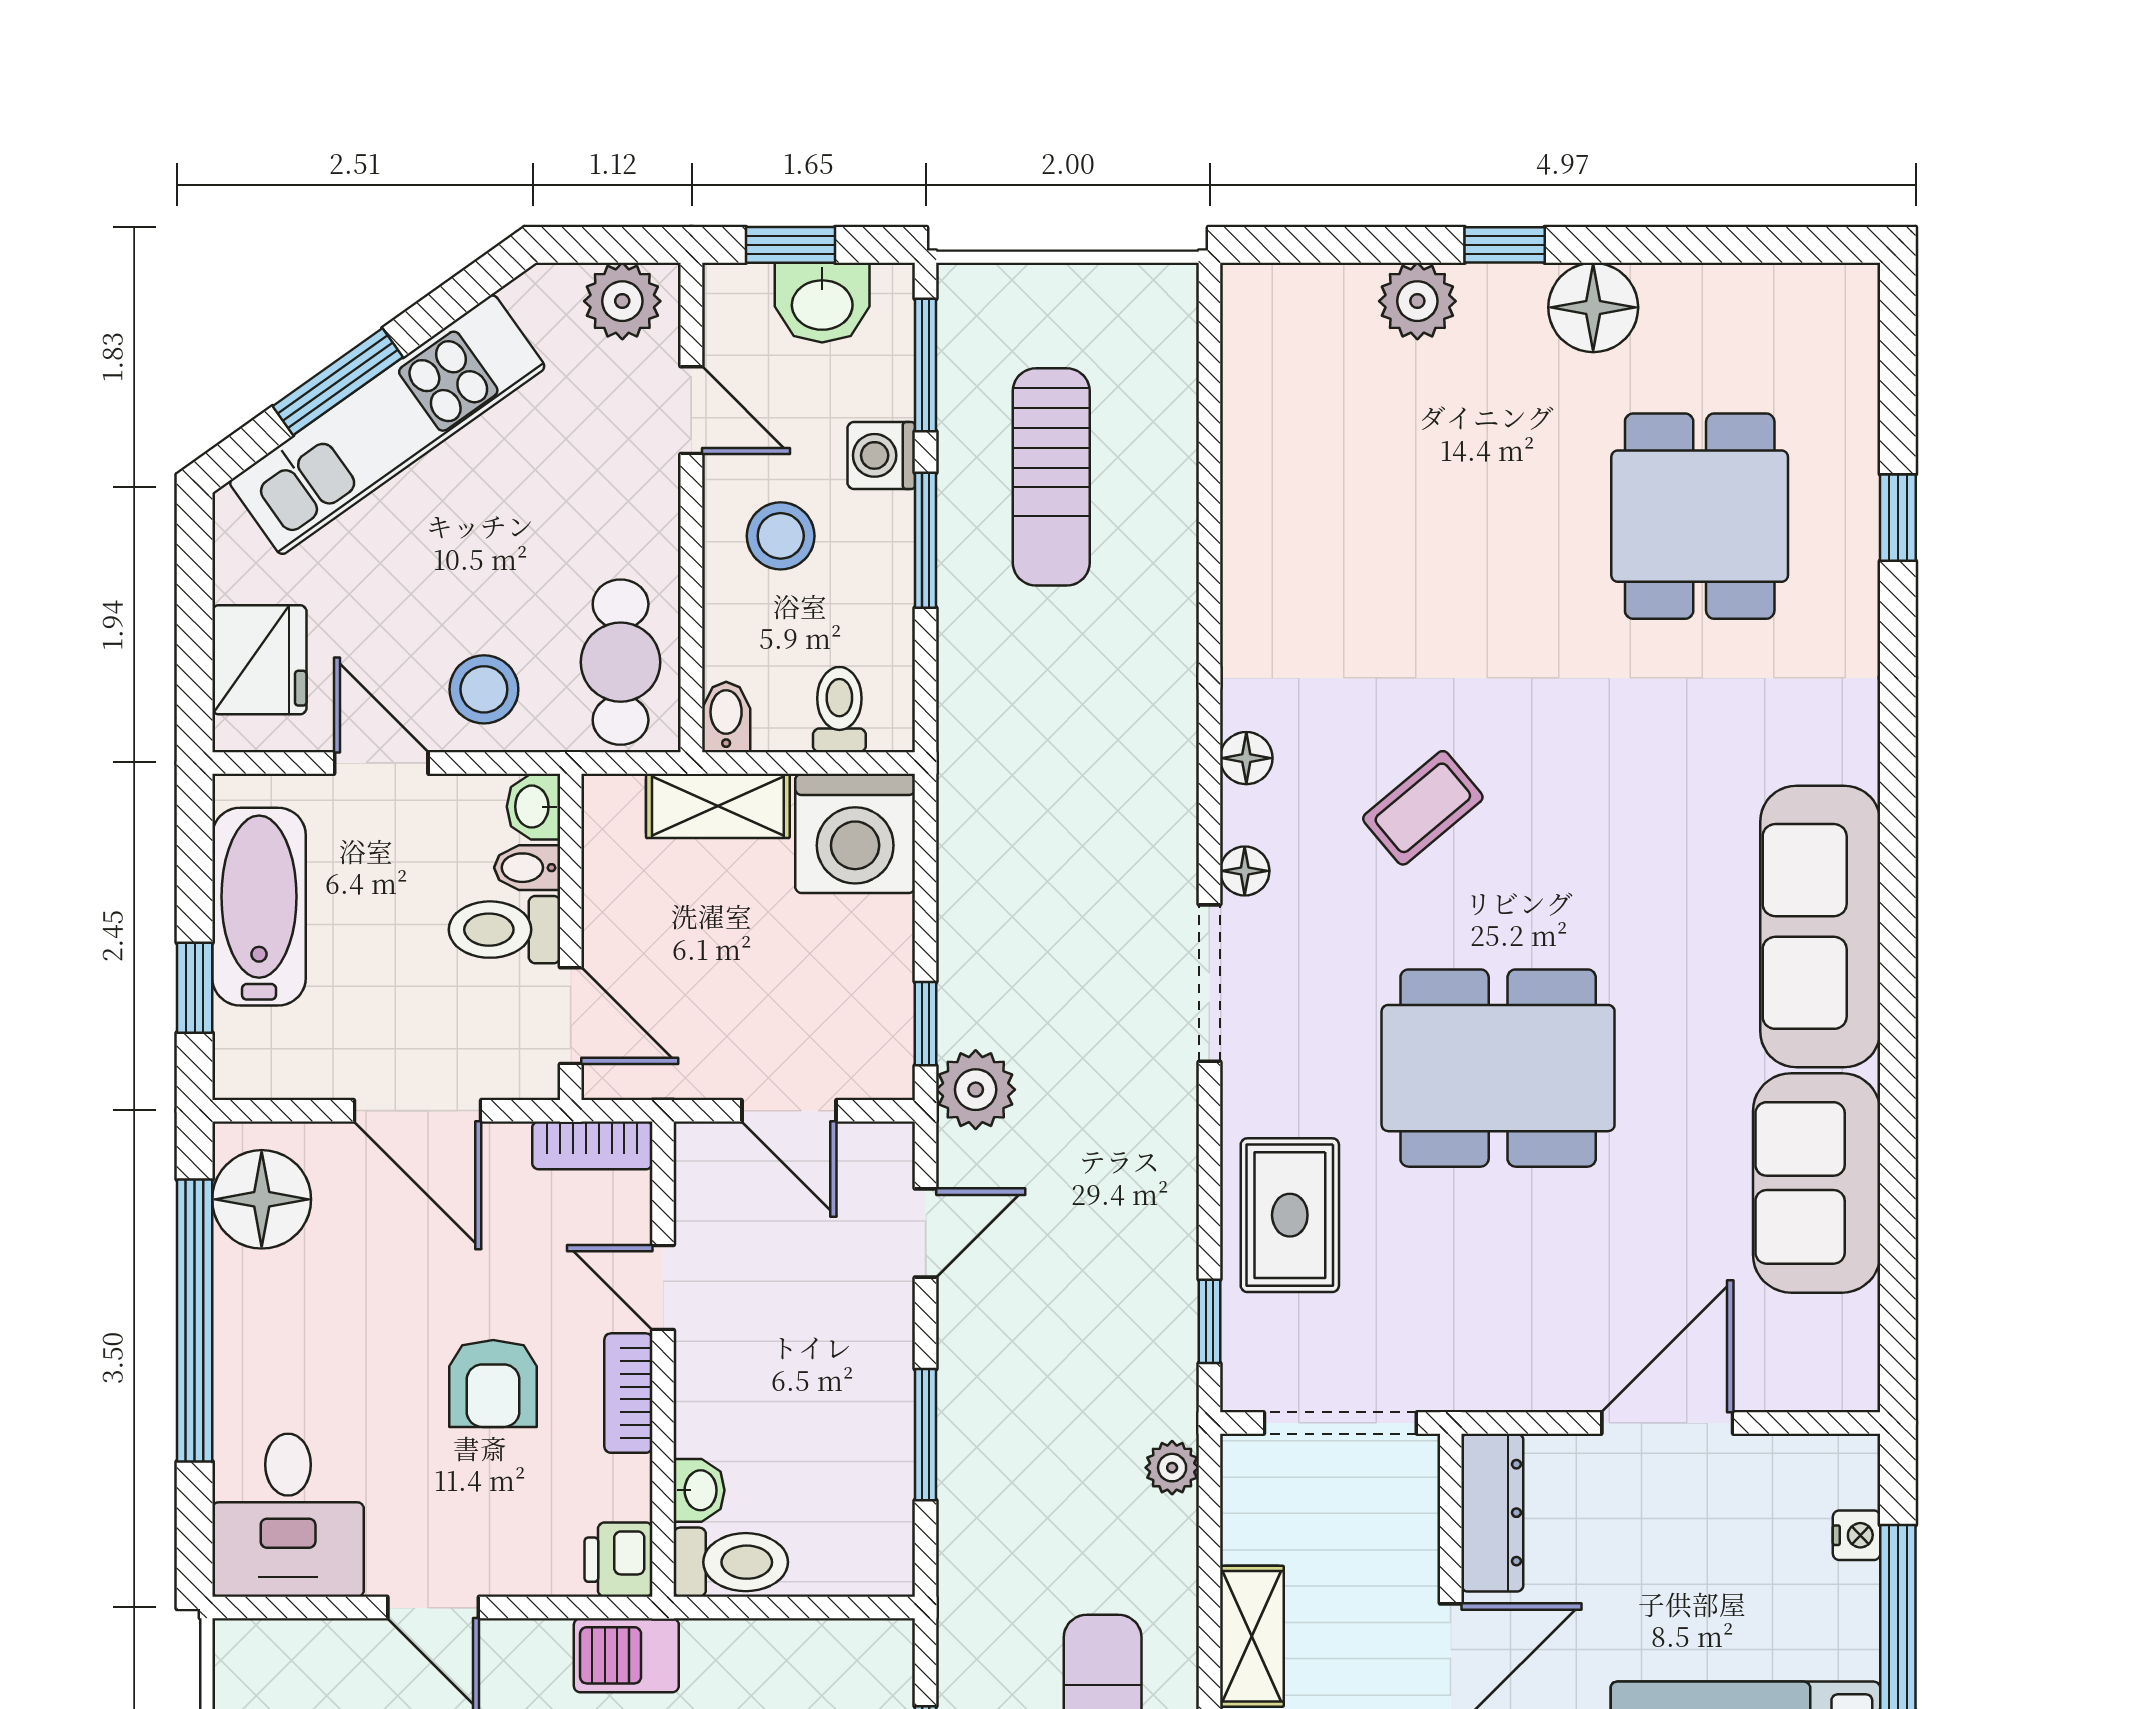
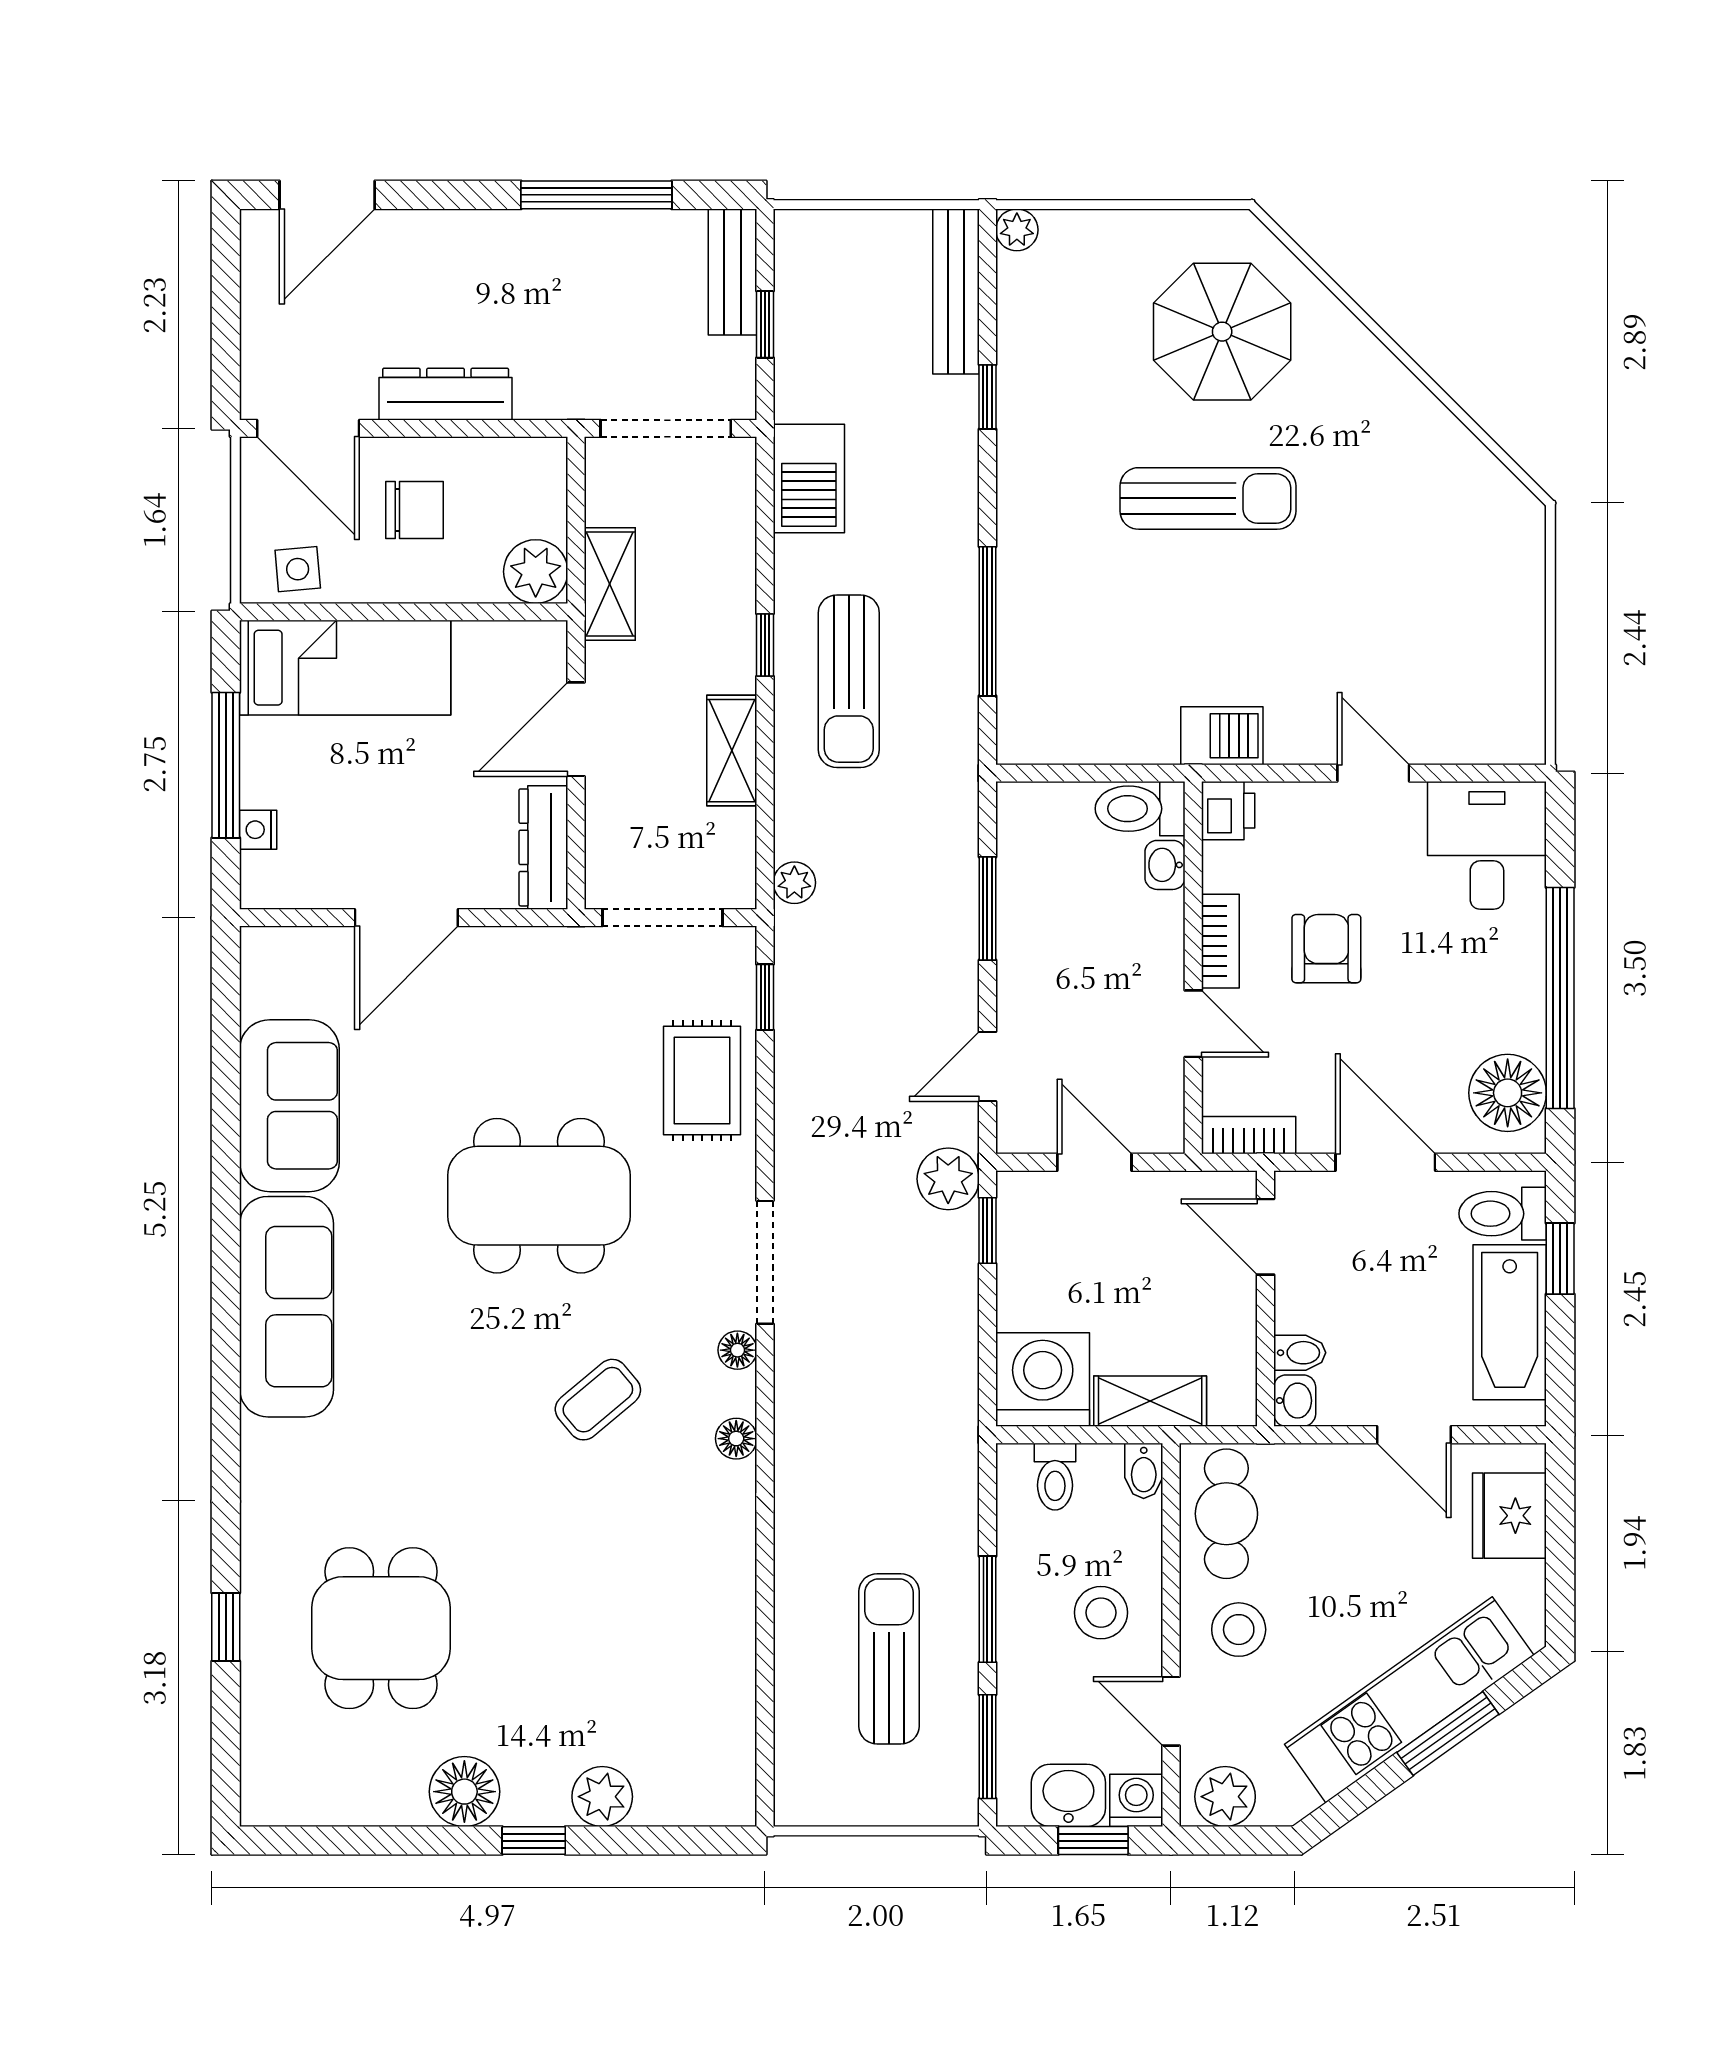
washing machine: (881, 455) -> (1136, 1800), moved, turned -90
stool: (484, 689) -> (1239, 1630), moved
toilet: (504, 930) -> (1503, 1214), moved, turned 180

